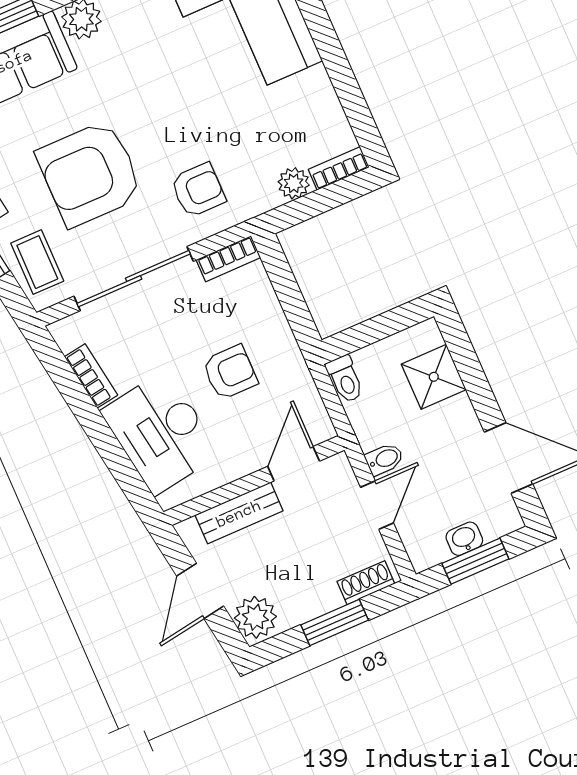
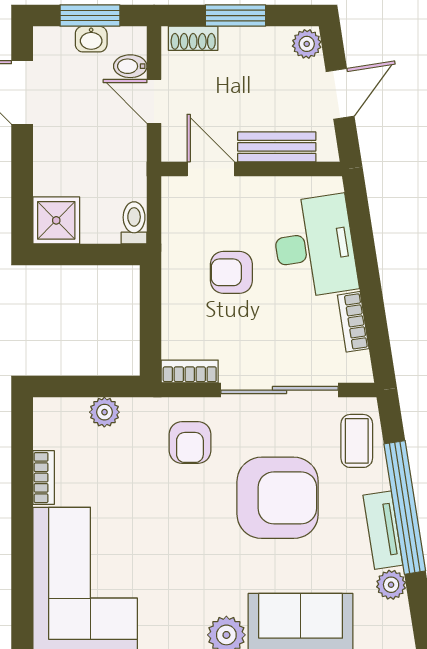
bookcase: (339, 168) -> (44, 478), moved, turned -90
armchair: (198, 190) -> (190, 442), turned -90
shower: (434, 377) -> (56, 220), moved
bidet: (384, 459) -> (130, 66), moved
door: (294, 464) -> (211, 169), swing flipped
door: (377, 505) -> (154, 101), hinge flipped
plant: (255, 617) -> (307, 44), width x0.73, depth x0.73

